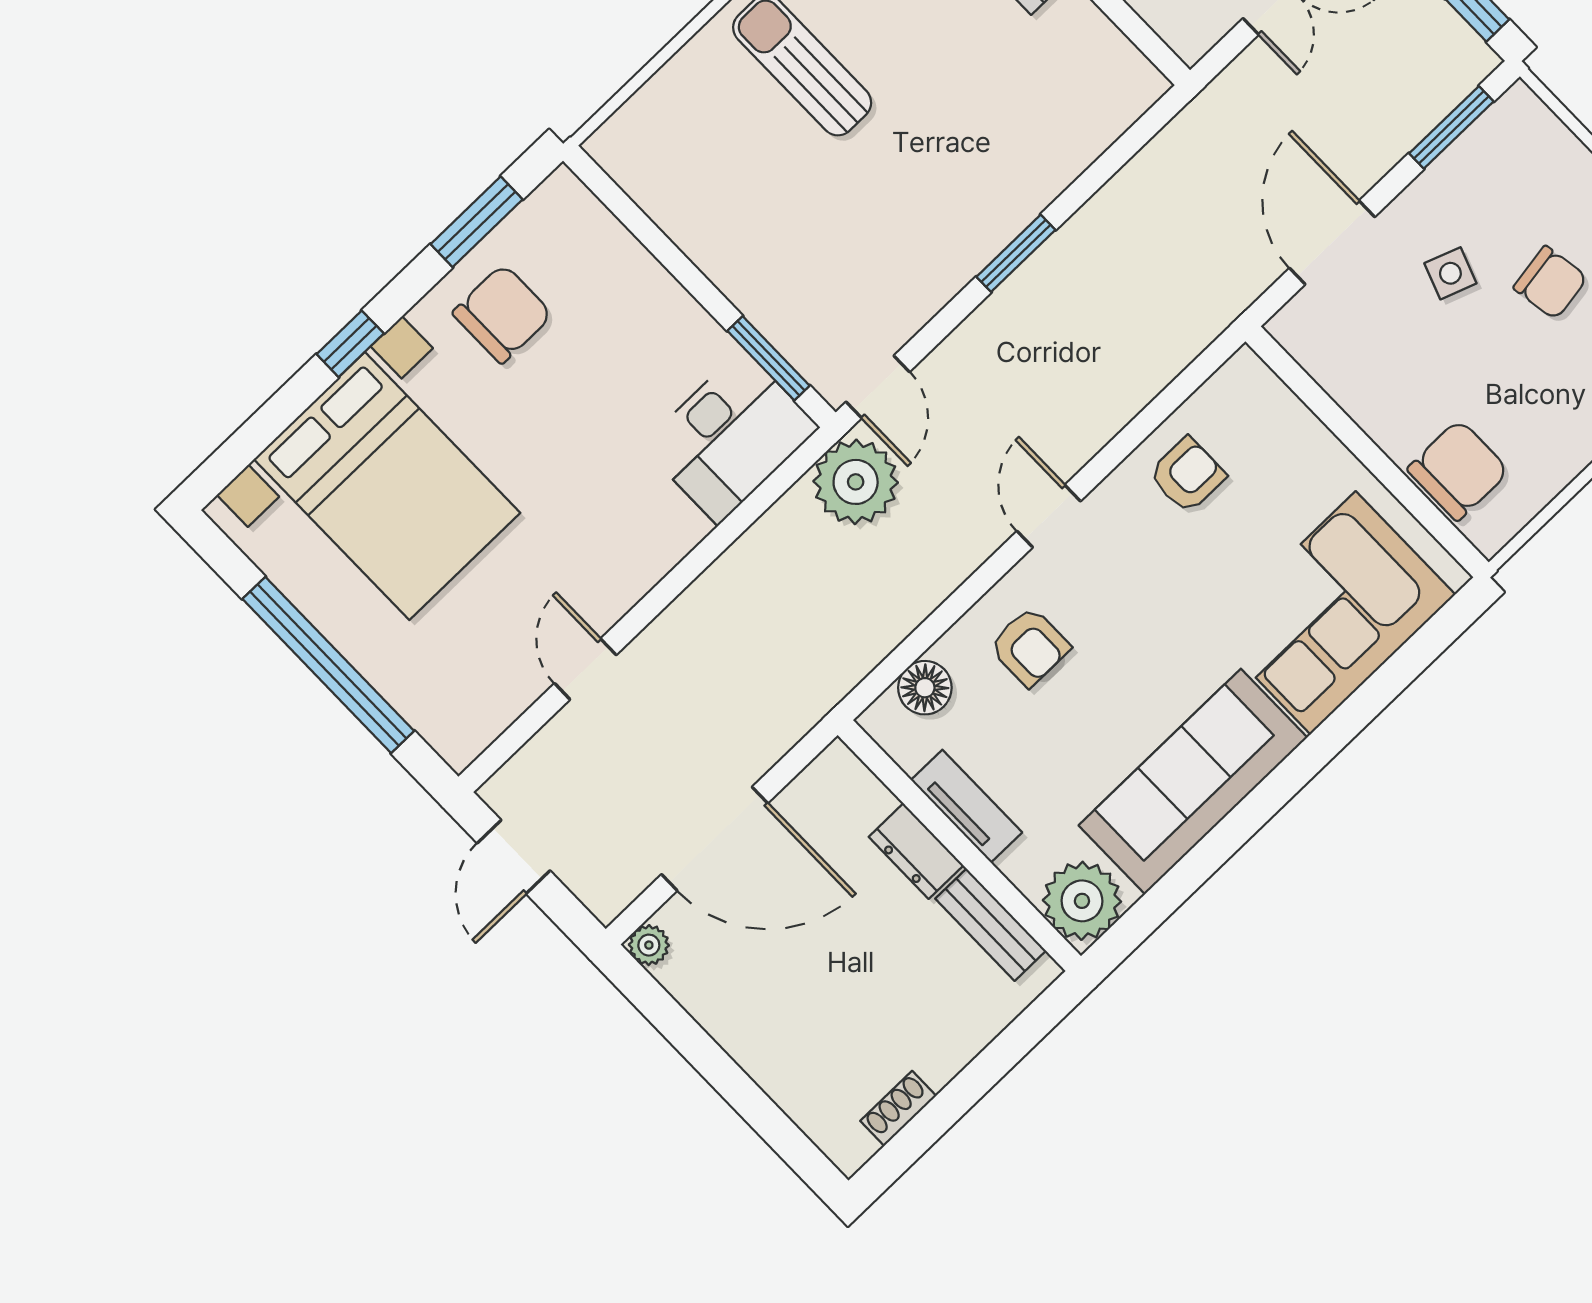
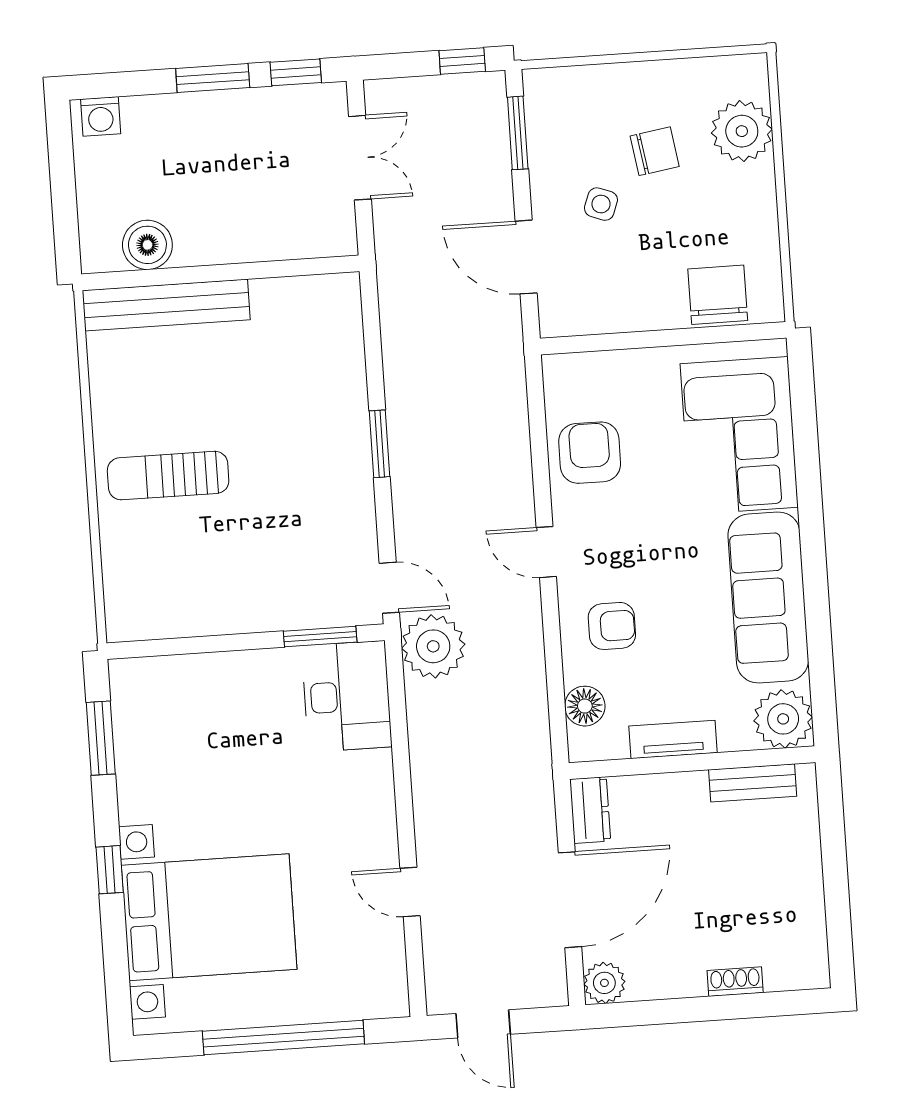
chair: (502, 314) -> (166, 768), removed
armchair: (1187, 475) -> (590, 453), width x1.38, depth x1.38
dresser: (916, 851) -> (590, 810), moved, turned -90
plant: (649, 945) -> (604, 983), width x1.38, depth x1.38
shoe rack: (898, 1108) -> (735, 982), moved, turned 90

